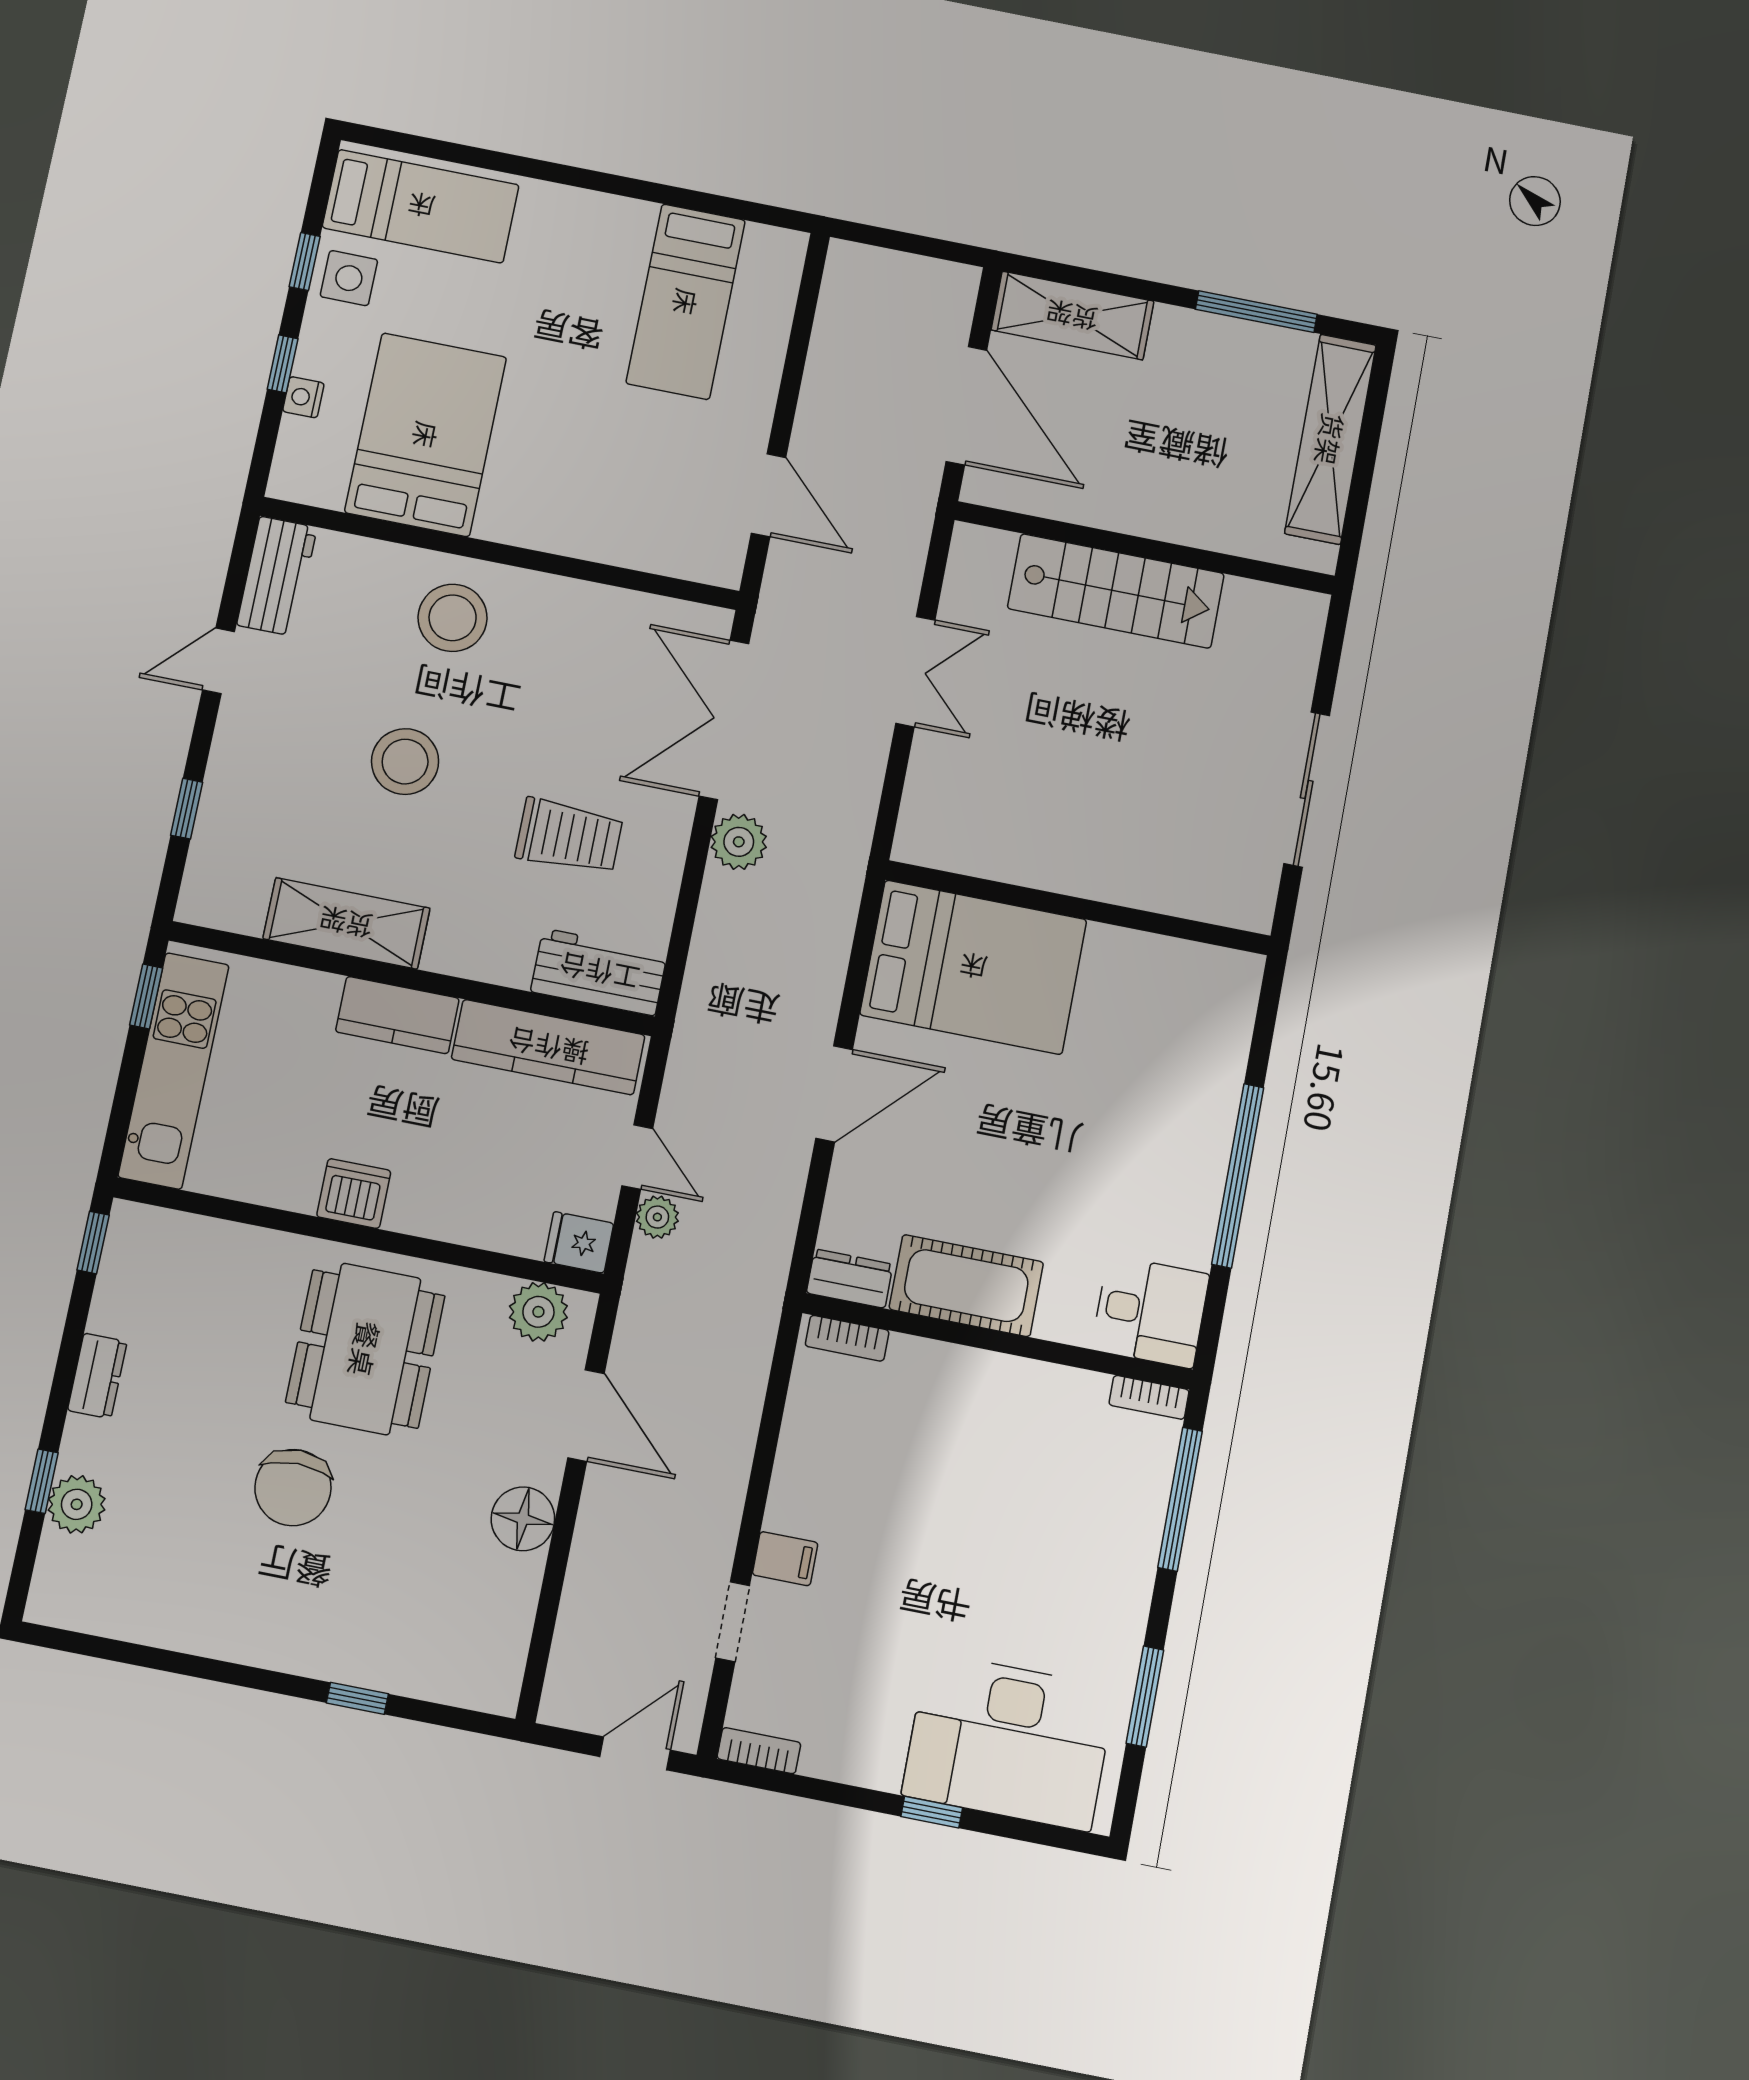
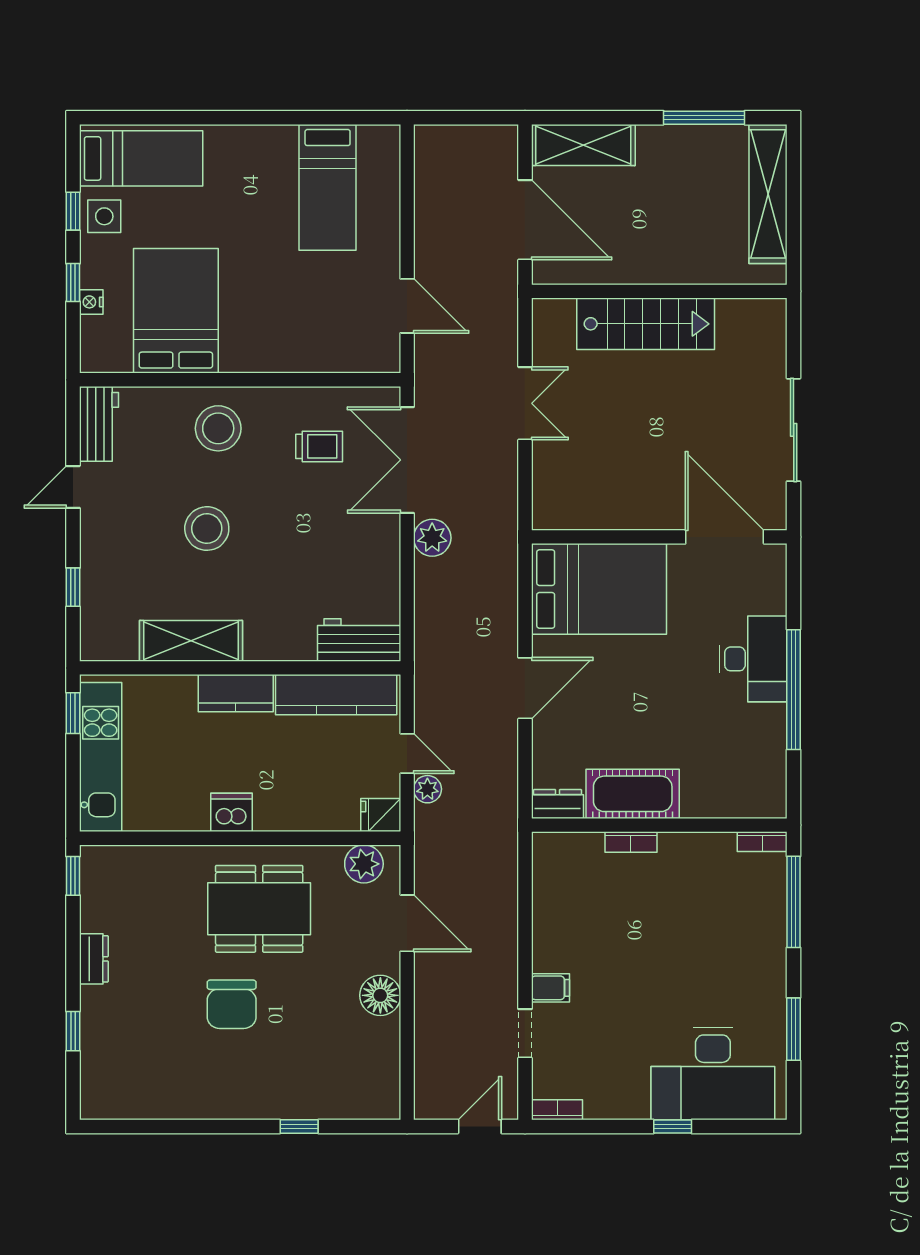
trolley: (569, 836) -> (319, 446), moved, width x0.73, depth x0.72
door: (1176, 927) -> (725, 537), added
desk: (1150, 1312) -> (753, 659), moved, width x1.37
bookcase: (847, 1338) -> (631, 842), moved
dining table: (365, 1349) -> (259, 909), turned 90
plant: (77, 1504) -> (98, 1041), removed

